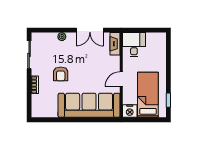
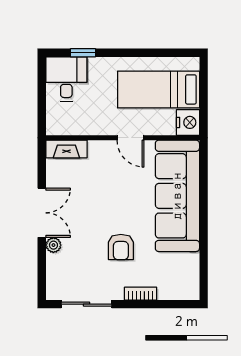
double door: (90, 30) -> (42, 213), moved
desk: (134, 45) -> (66, 79), moved, turned 90
armchair: (61, 74) -> (121, 247), turned 90
window: (168, 100) -> (83, 53), moved

